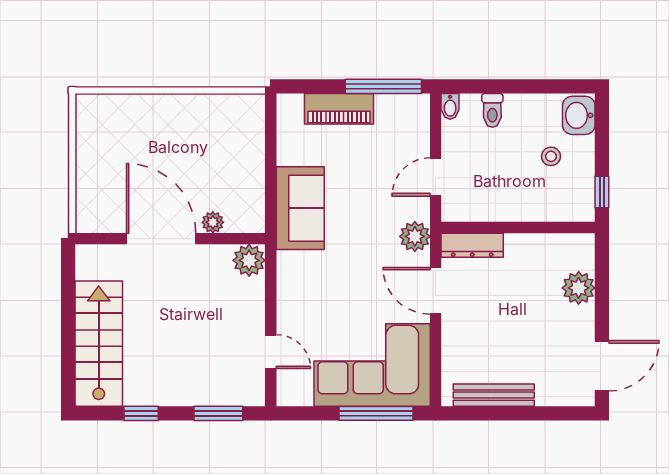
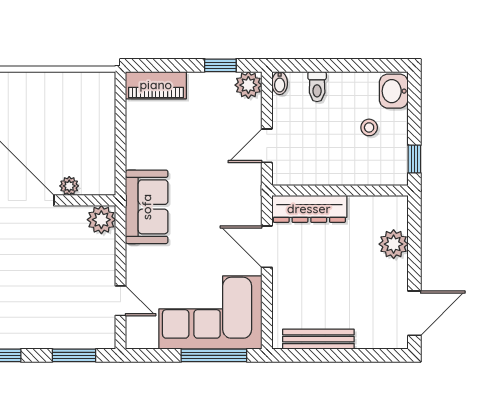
window: (383, 86) -> (220, 65), width x0.46
piano: (339, 109) -> (156, 85), moved
sofa: (300, 208) -> (147, 207), moved
plant: (415, 236) -> (248, 85), moved
dresser: (472, 245) -> (309, 209), width x1.37, depth x1.24

